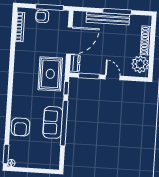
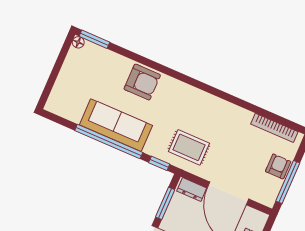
rug: (50, 74) -> (189, 147), width x0.73, depth x0.70
sofa: (53, 122) -> (116, 125), width x1.36
armchair: (20, 127) -> (142, 82), moved, turned 180

